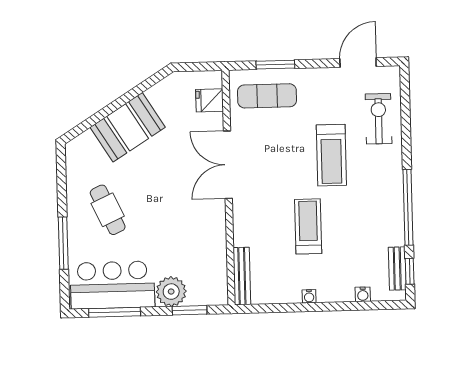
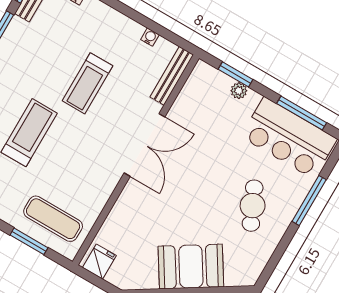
fridge: (210, 100) -> (99, 262), moved, turned -90
double door: (228, 165) -> (145, 145), moved
plant: (171, 292) -> (239, 91), width x0.53, depth x0.53
water cooler: (309, 296) -> (150, 37), moved

